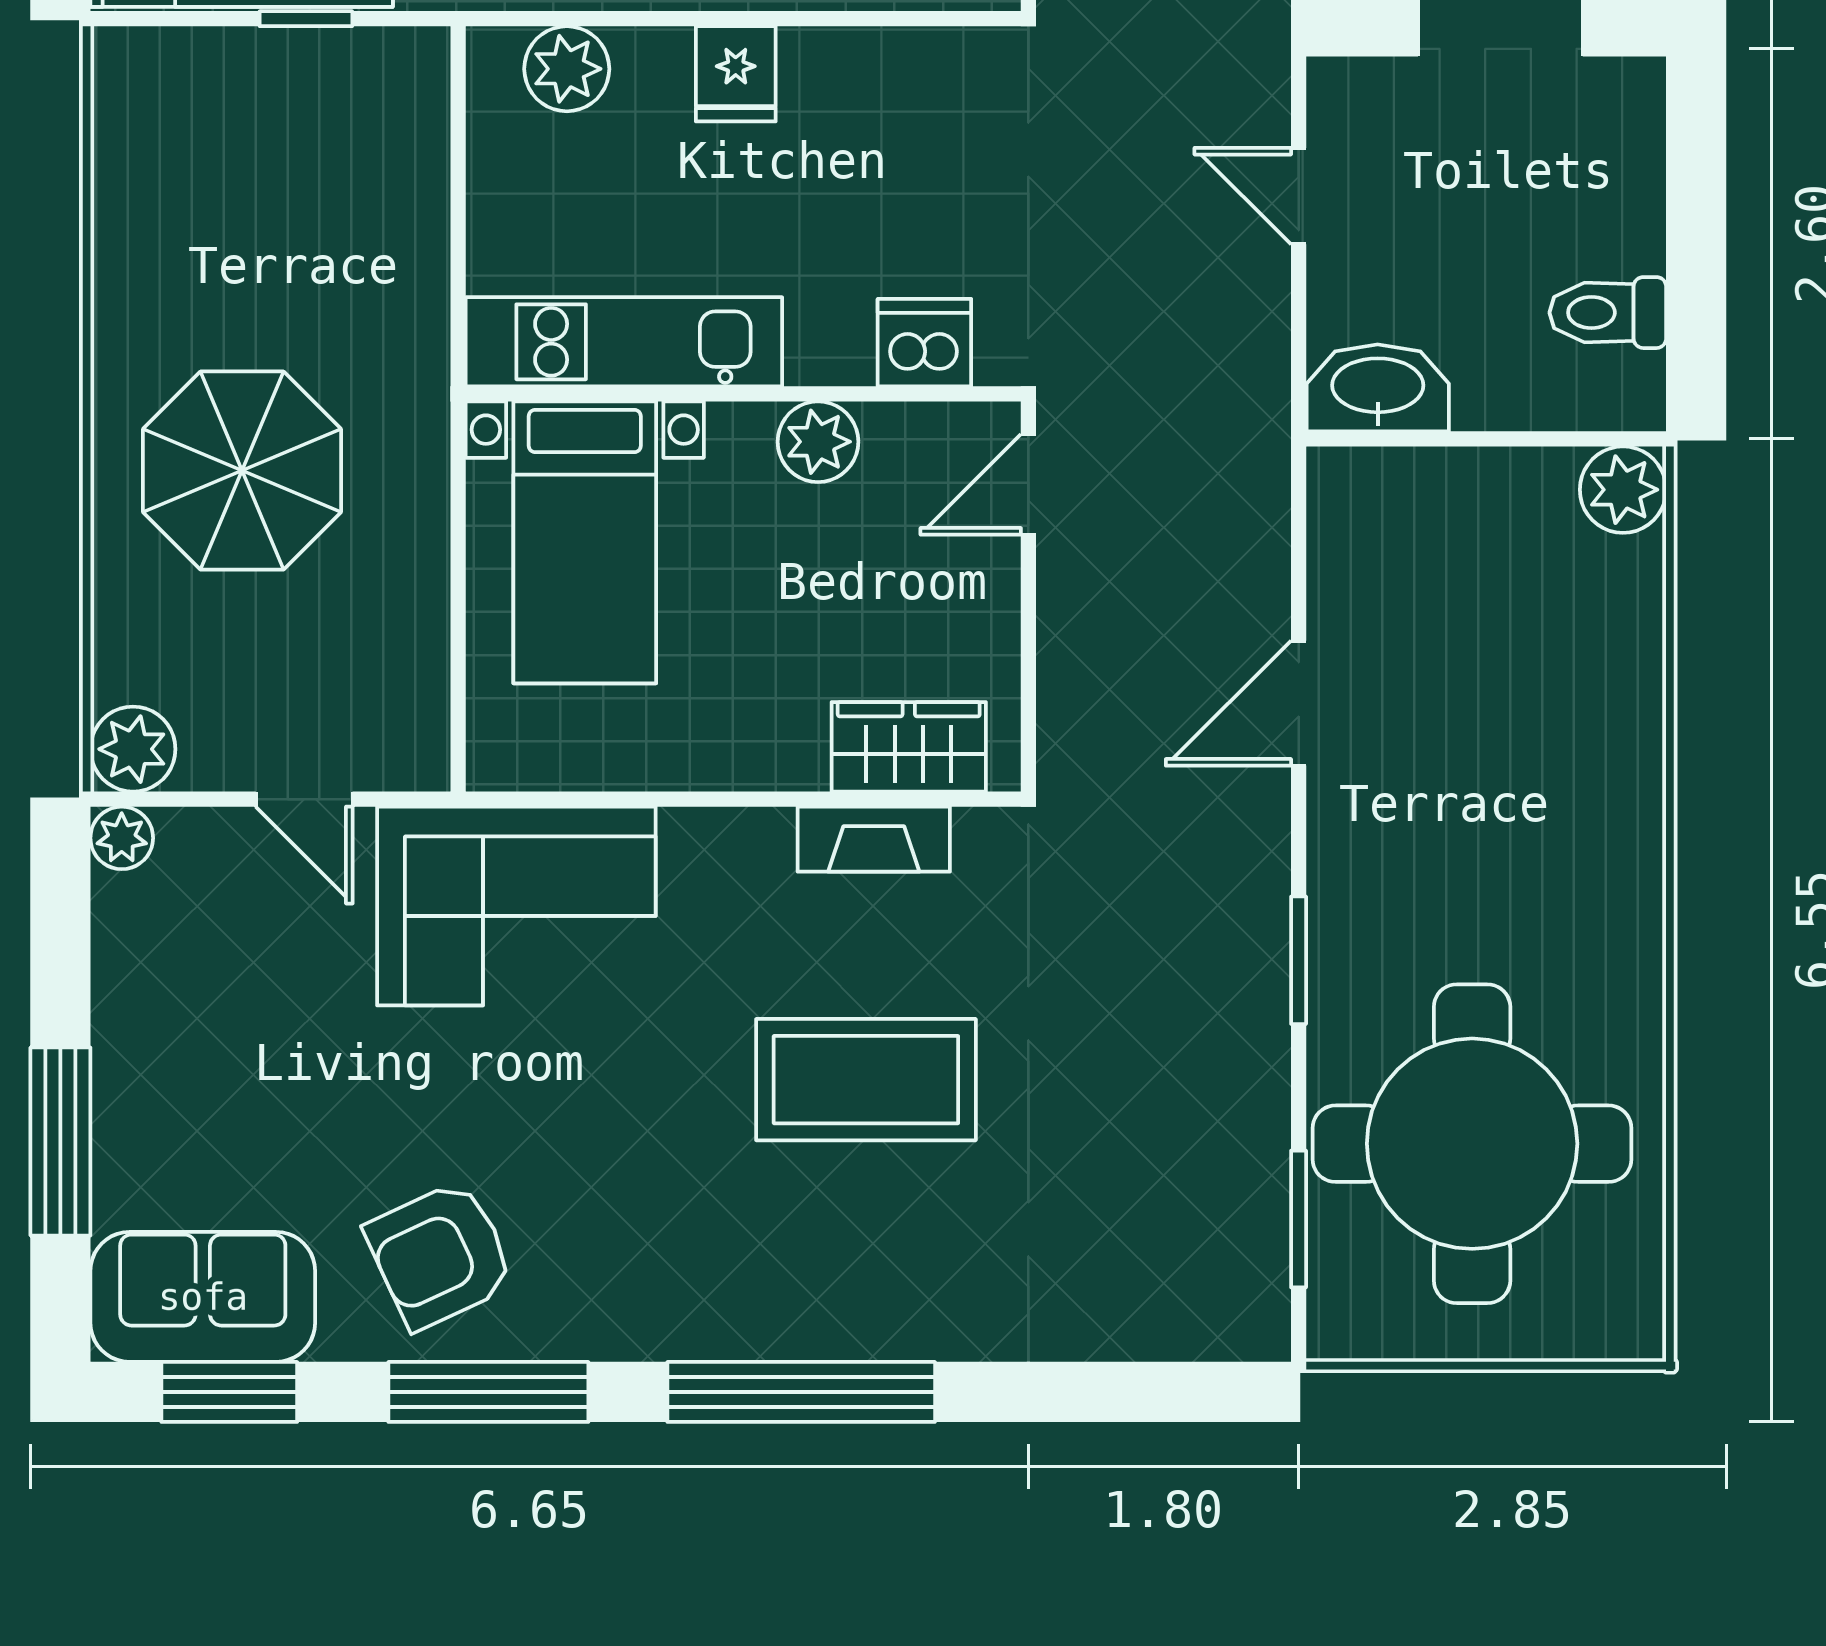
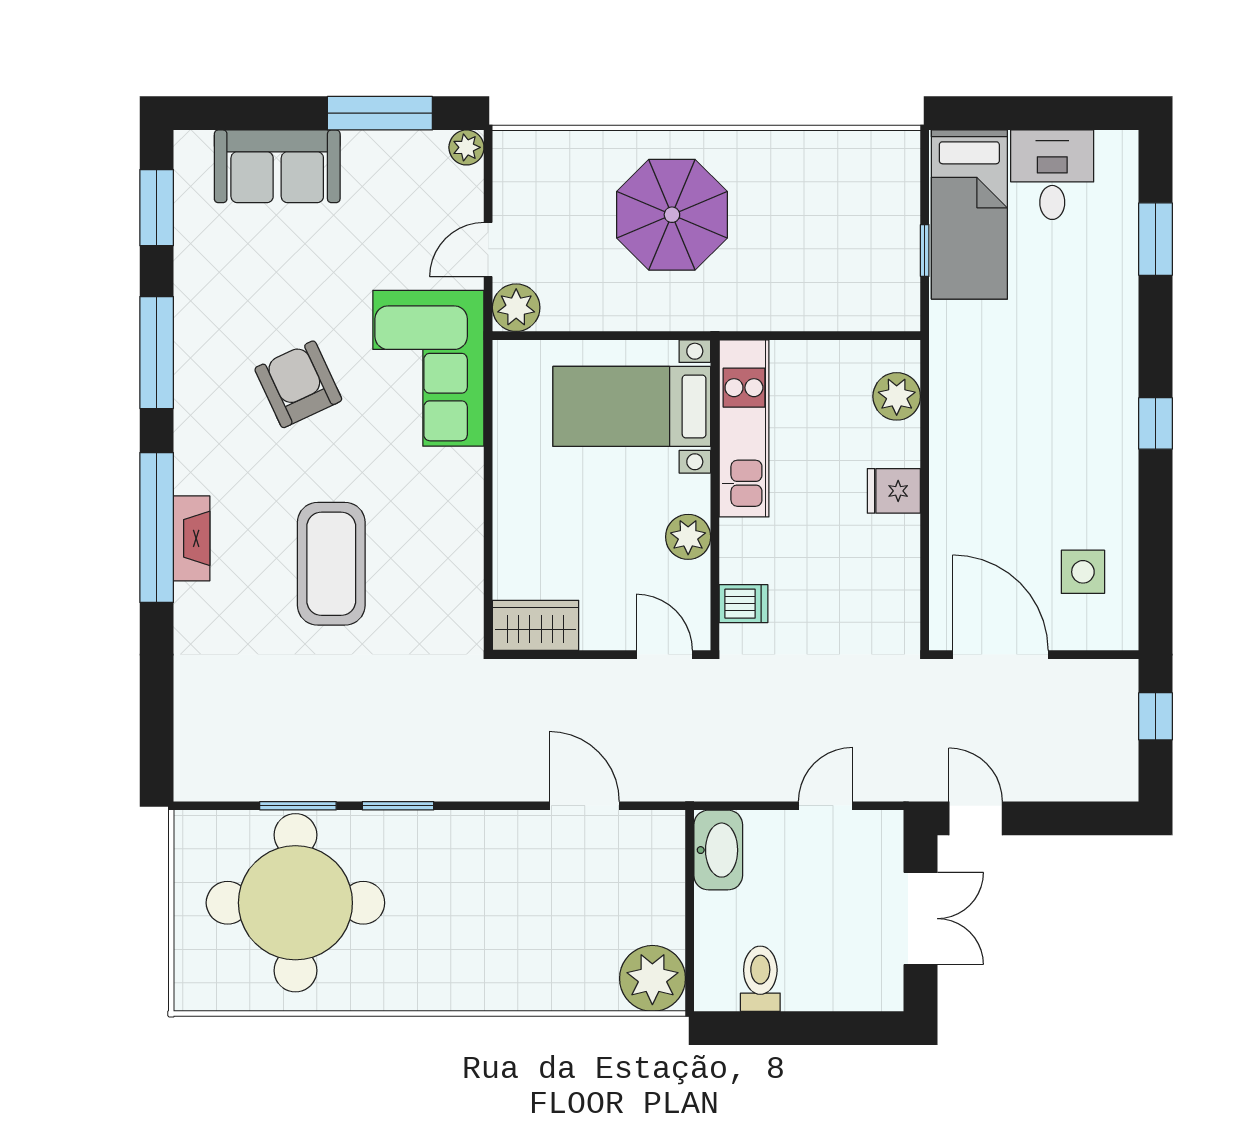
dishwasher: (924, 343) -> (743, 604), width x0.73
plant: (1623, 490) -> (652, 978), width x1.36, depth x1.36
door: (1299, 703) -> (584, 806), moved
wardrobe: (909, 747) -> (536, 625), moved, turned -90
plant: (133, 749) -> (516, 308), moved
fireplace: (874, 839) -> (192, 538), moved, turned 180
window: (60, 1141) -> (380, 113), moved
window: (1299, 1219) -> (298, 806), moved
armchair: (440, 1255) -> (298, 384), moved
sofa: (203, 1297) -> (277, 166), moved, turned 90

